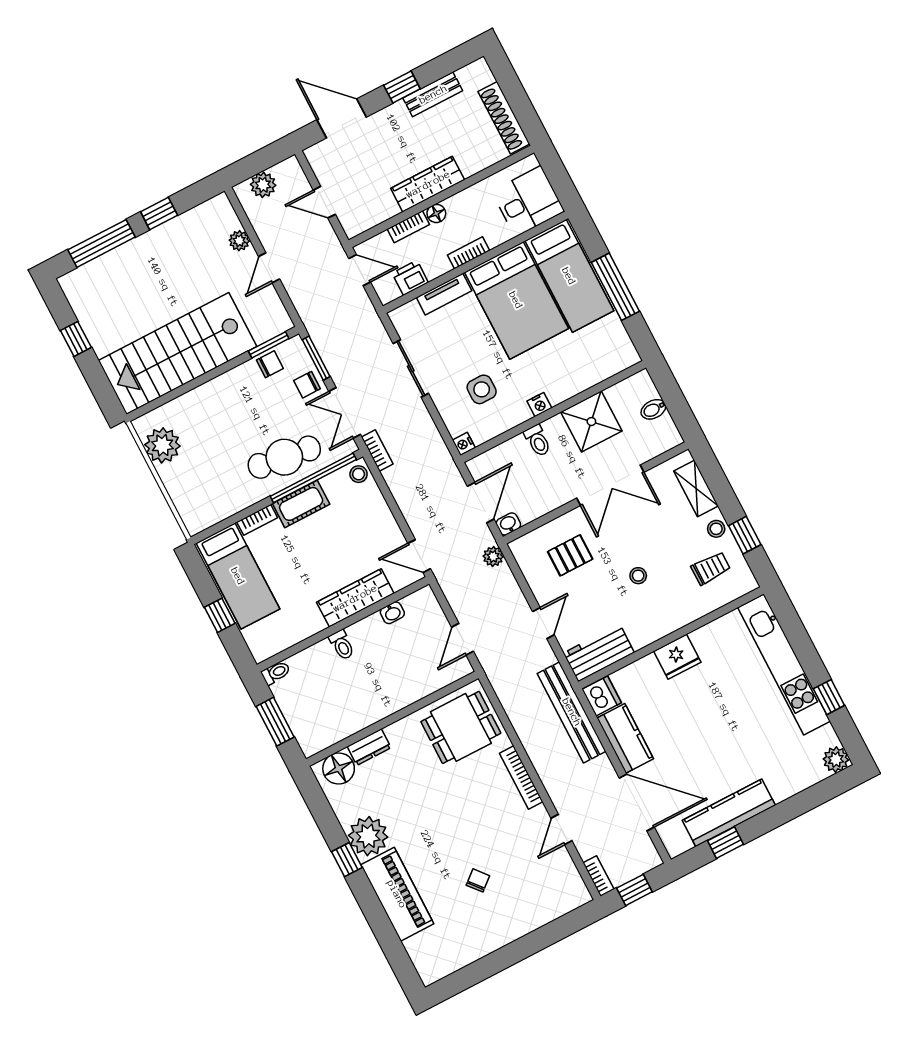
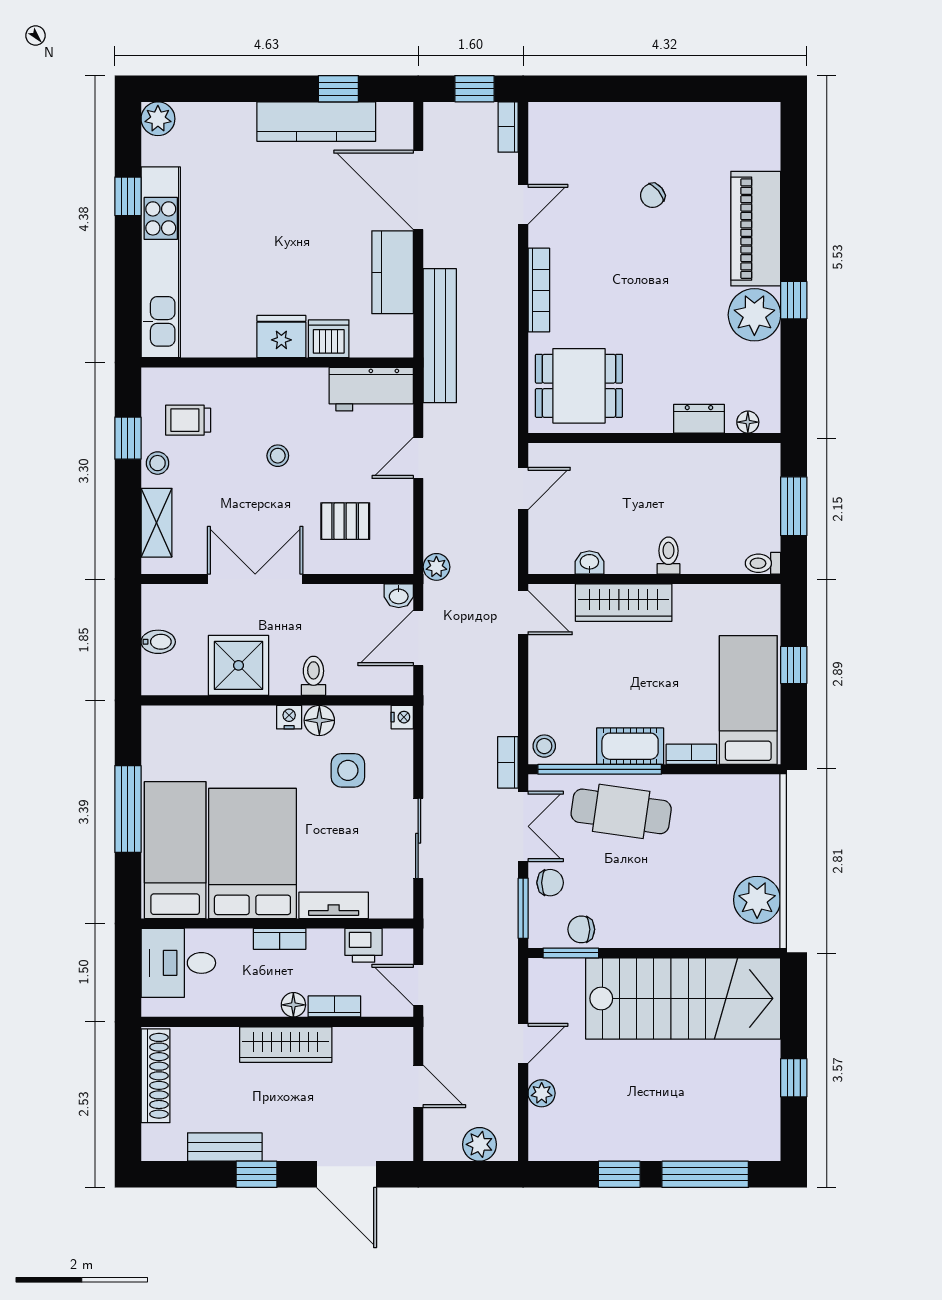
floor lamp: (518, 413) -> (319, 720), added
dishwasher: (602, 696) -> (329, 339), moved, turned 90
floor lamp: (339, 768) -> (748, 422), width x0.53, depth x0.53

